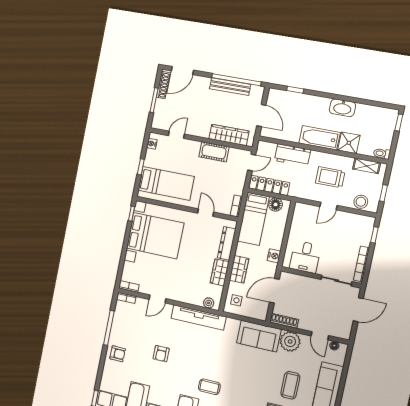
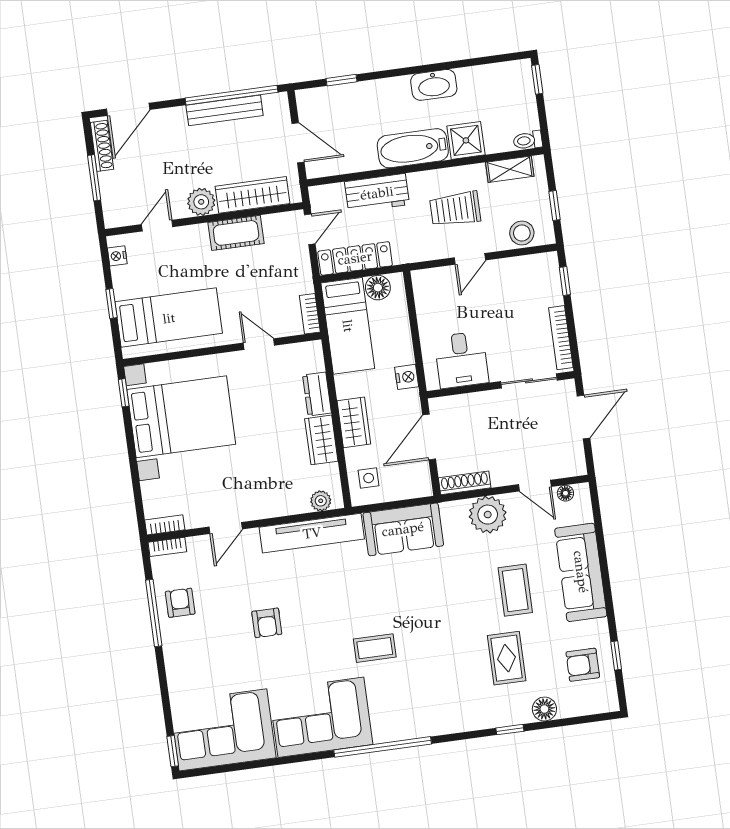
plant: (202, 130) -> (201, 202), added
dresser: (227, 243) -> (317, 394), width x0.70
sofa: (259, 336) -> (403, 529), moved
armchair: (118, 354) -> (180, 603), moved, turned -91

